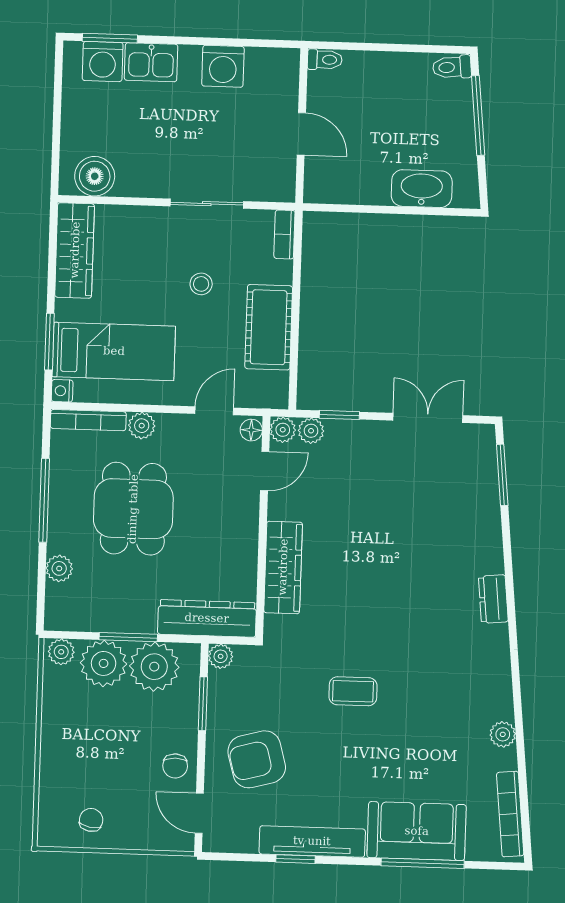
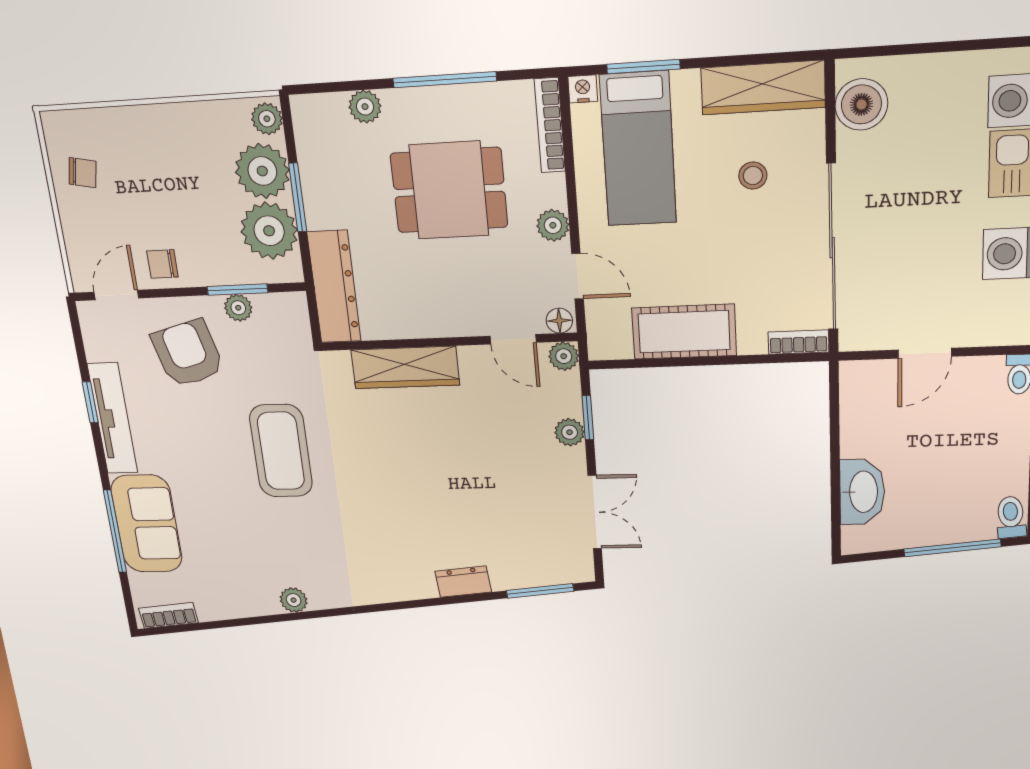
sliding door: (207, 204) -> (832, 248), width x1.86
stool: (201, 284) -> (753, 176), moved
plant: (142, 426) -> (553, 225), moved
plant: (311, 431) -> (570, 432), moved
dresser: (493, 599) -> (463, 582), moved
plant: (221, 656) -> (238, 308), moved
coffee table: (353, 691) -> (281, 451), width x1.86, depth x1.72
plant: (503, 734) -> (294, 600), moved
bookcase: (510, 814) -> (168, 615), width x0.64

